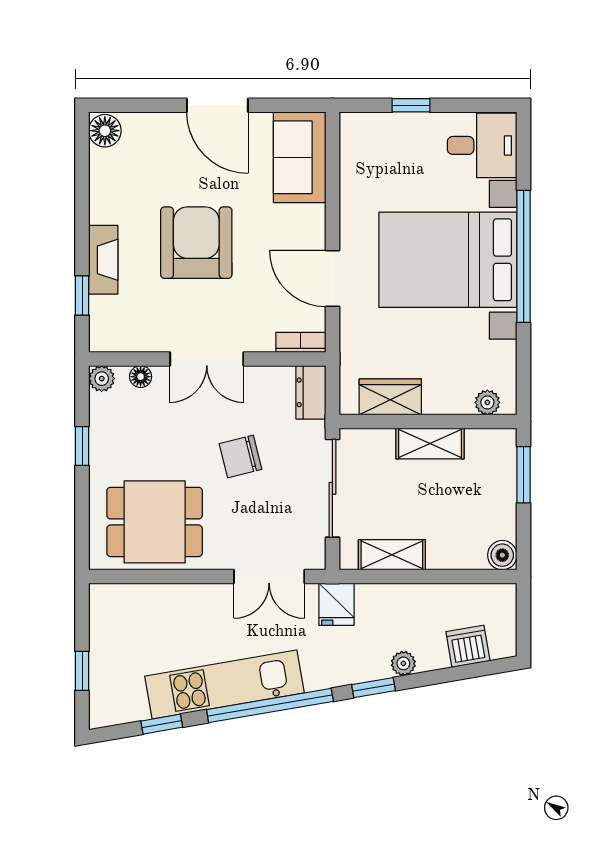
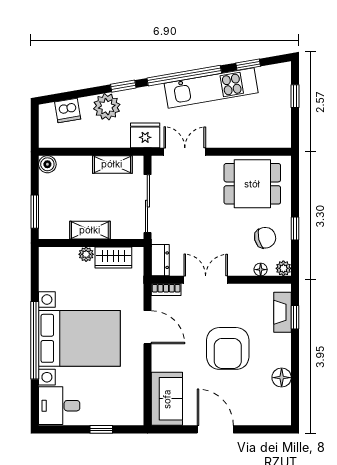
floor lamp: (105, 131) -> (282, 378), moved
fireplace: (103, 260) -> (283, 312), moved
double door: (207, 359) -> (206, 280), moved
plant: (487, 402) -> (86, 254), moved
chair: (241, 456) -> (265, 238), moved
fridge: (337, 604) -> (145, 135), width x1.38
plant: (403, 663) -> (107, 107), width x1.87, depth x1.87

